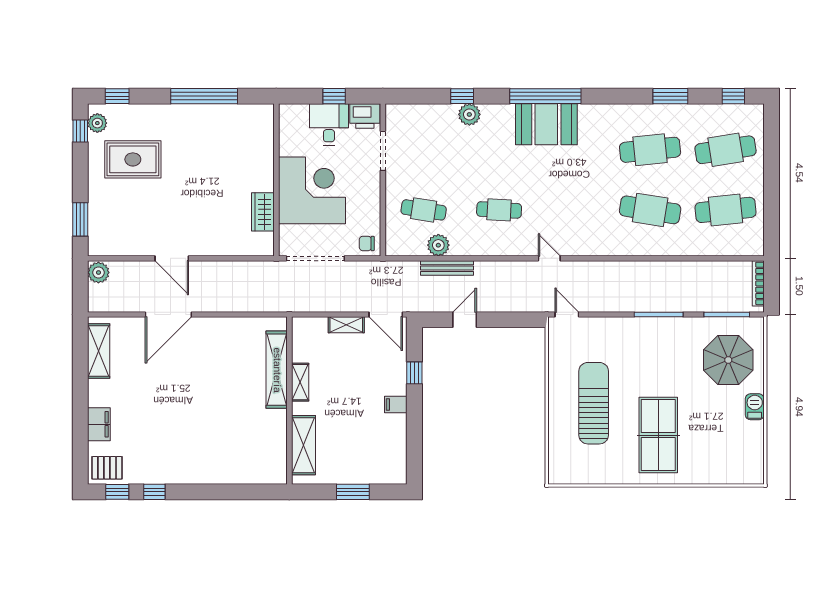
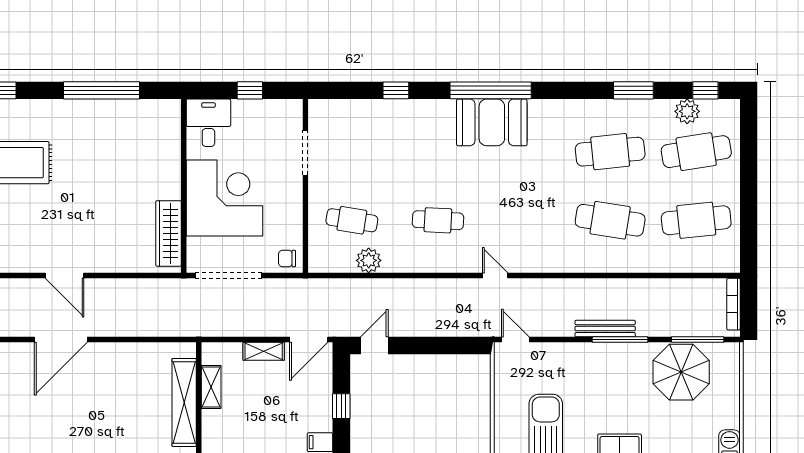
plant: (469, 114) -> (687, 111), moved
printer: (365, 116) -> (285, 113), removed
desk: (329, 124) -> (208, 123), moved
wardrobe: (263, 212) -> (169, 233), width x1.50
bench: (447, 268) -> (605, 329), moved
door: (386, 315) -> (309, 340), hinge flipped
door: (465, 320) -> (374, 346), moved
parasol: (728, 360) -> (681, 372), moved
shelving: (300, 382) -> (211, 387), moved

